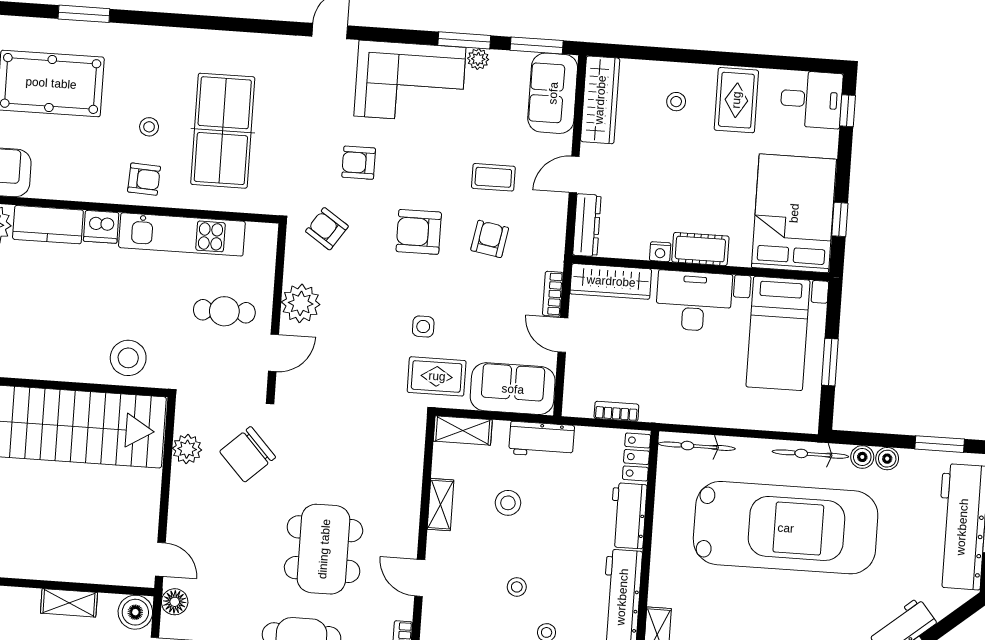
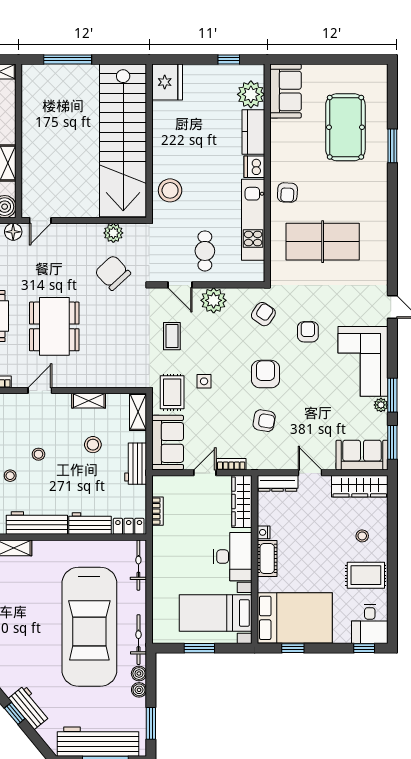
stool: (149, 127) -> (322, 193), removed
coffee table: (493, 177) -> (172, 336), moved
dining table: (324, 549) -> (54, 326), turned 90

